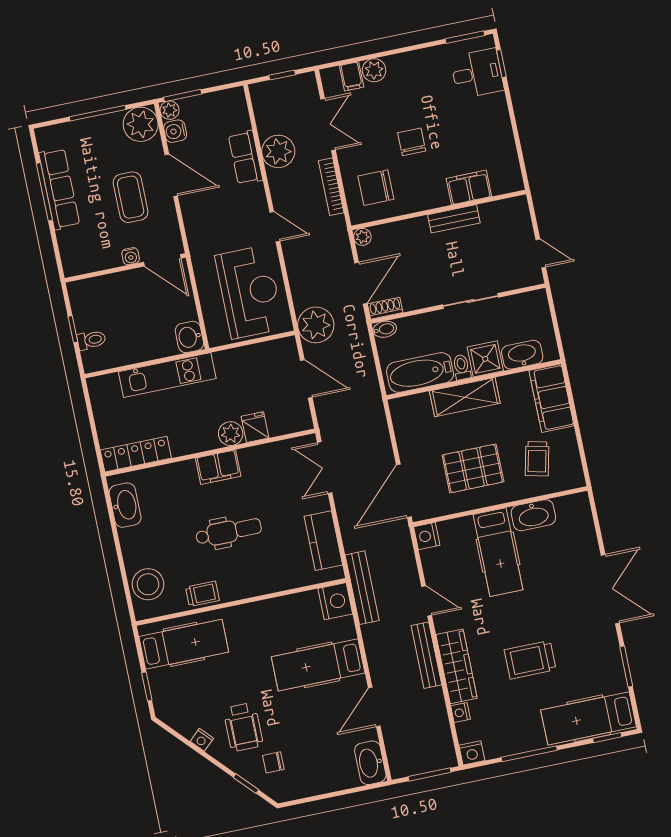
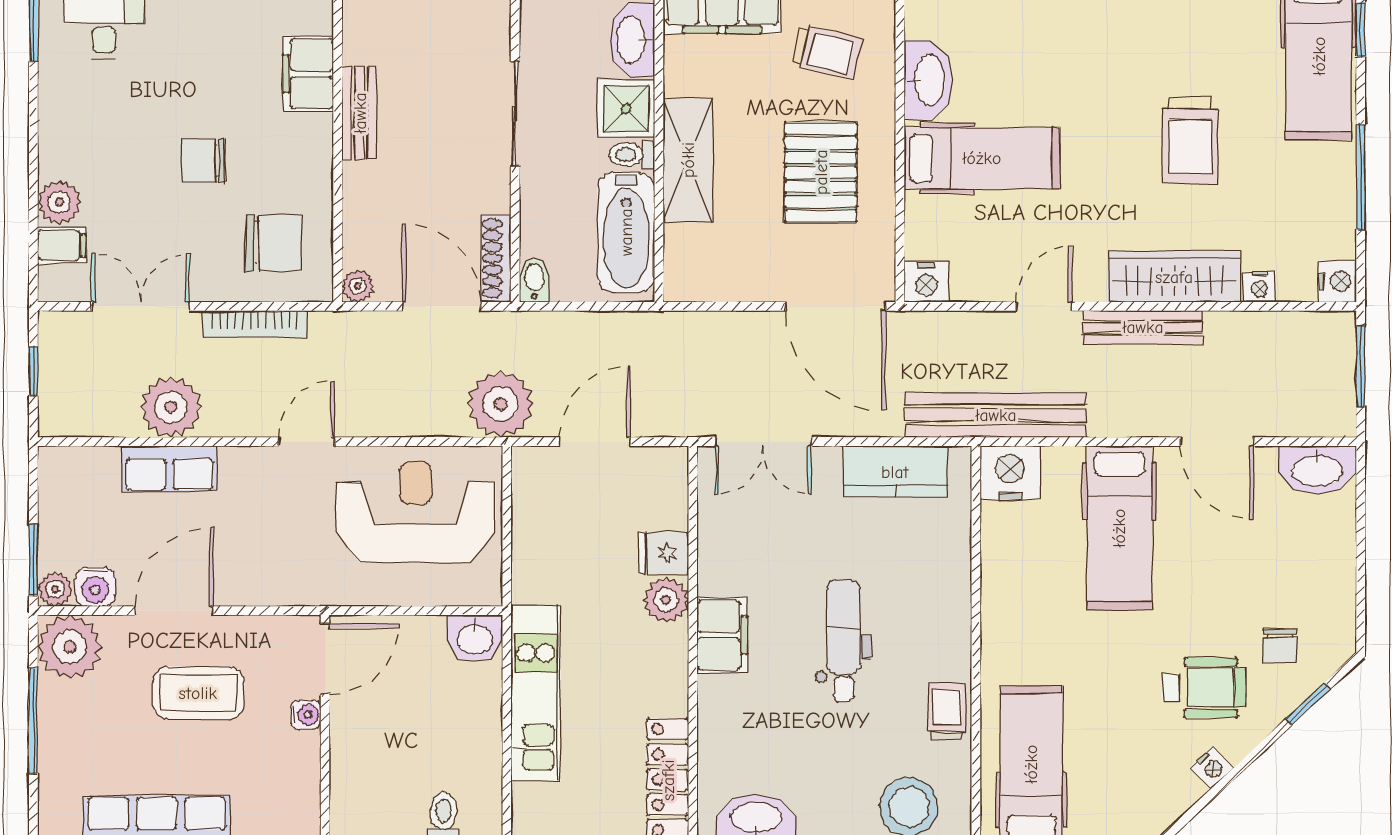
chair: (376, 188) -> (273, 243), turned -90
shoe rack: (385, 308) -> (496, 258), width x1.43
bench: (362, 588) -> (996, 415), width x1.37, depth x1.21

